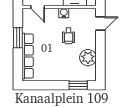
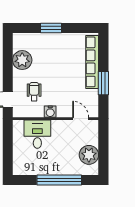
wheelchair: (69, 36) -> (34, 92), moved
window: (78, 85) -> (51, 28), moved

